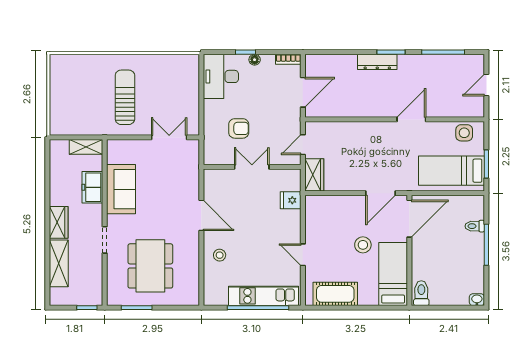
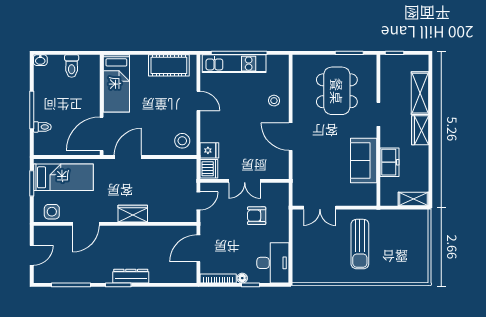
bookcase: (288, 59) -> (218, 279), width x1.56
door: (411, 119) -> (86, 224), moved
shelving: (86, 147) -> (413, 199), moved
wardrobe: (314, 175) -> (133, 214), moved, turned 90
dishwasher: (291, 180) -> (209, 169), added
stool: (363, 245) -> (182, 141), moved
toilet: (421, 293) -> (72, 66), moved

